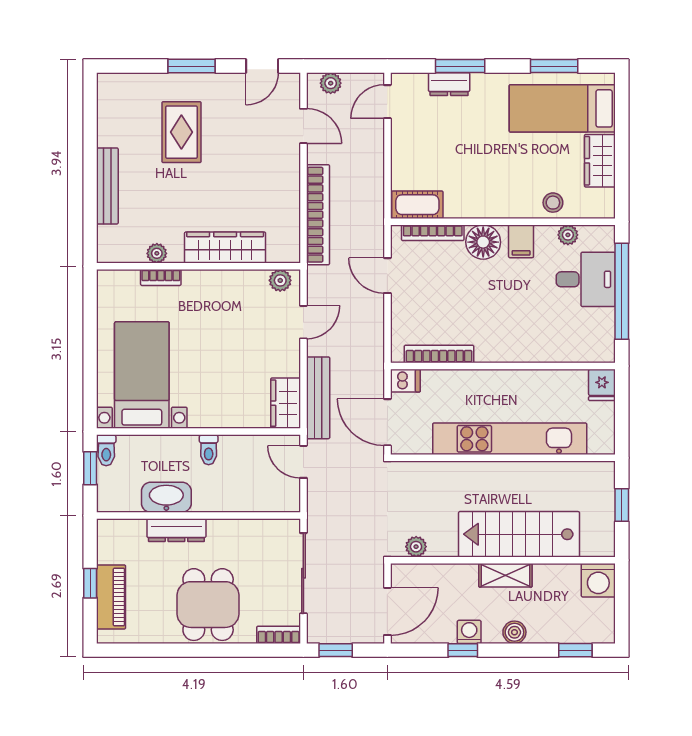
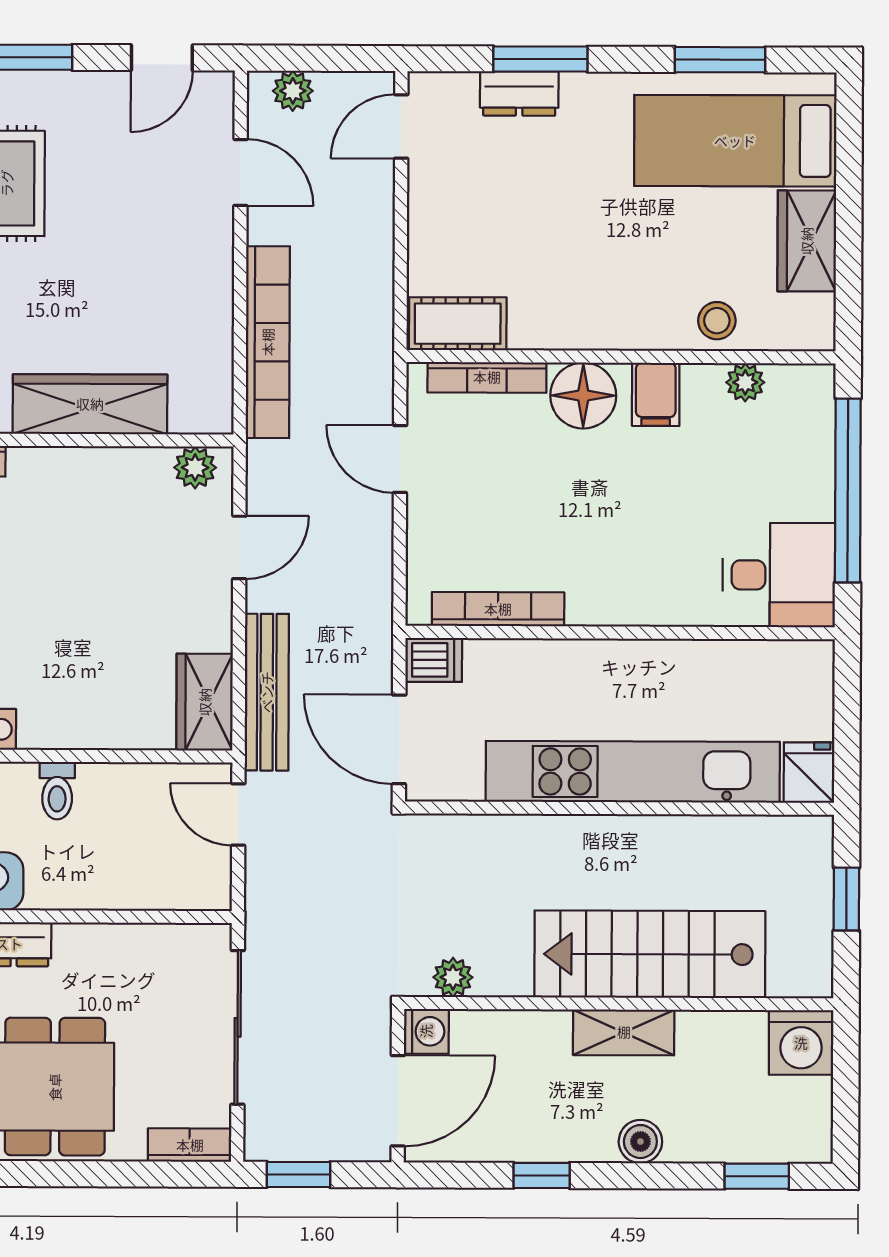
desk: (586, 279) -> (779, 575), moved
fridge: (602, 385) -> (809, 773), moved, turned 180
washing machine: (469, 632) -> (426, 1031), moved, turned 90

